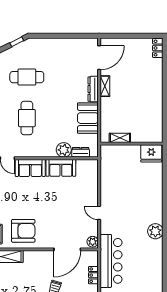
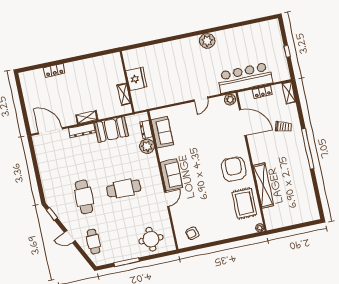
locker: (158, 48) -> (54, 71), moved
shelving: (105, 86) -> (87, 117), moved
fridge: (151, 153) -> (136, 79), moved
sofa: (61, 168) -> (162, 132), moved

